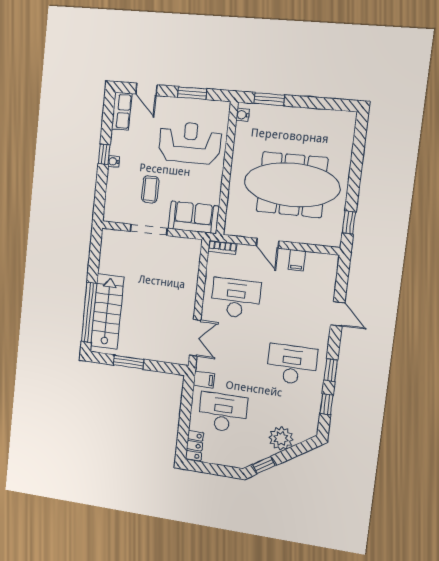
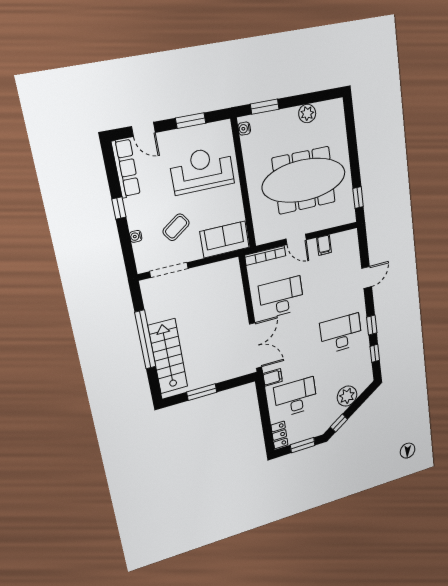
row of seats: (122, 111) -> (126, 168), width x1.48
plant: (313, 118) -> (307, 113), added
water cooler: (114, 161) -> (136, 236), moved
coffee table: (150, 189) -> (176, 227), turned 55
doorway: (149, 230) -> (169, 270), moved
bookcase: (222, 247) -> (265, 256), width x1.56
window: (89, 313) -> (145, 340), moved
door: (338, 314) -> (367, 277), hinge flipped
double door: (195, 338) -> (256, 346), width x1.37
window: (217, 470) -> (303, 445), added

